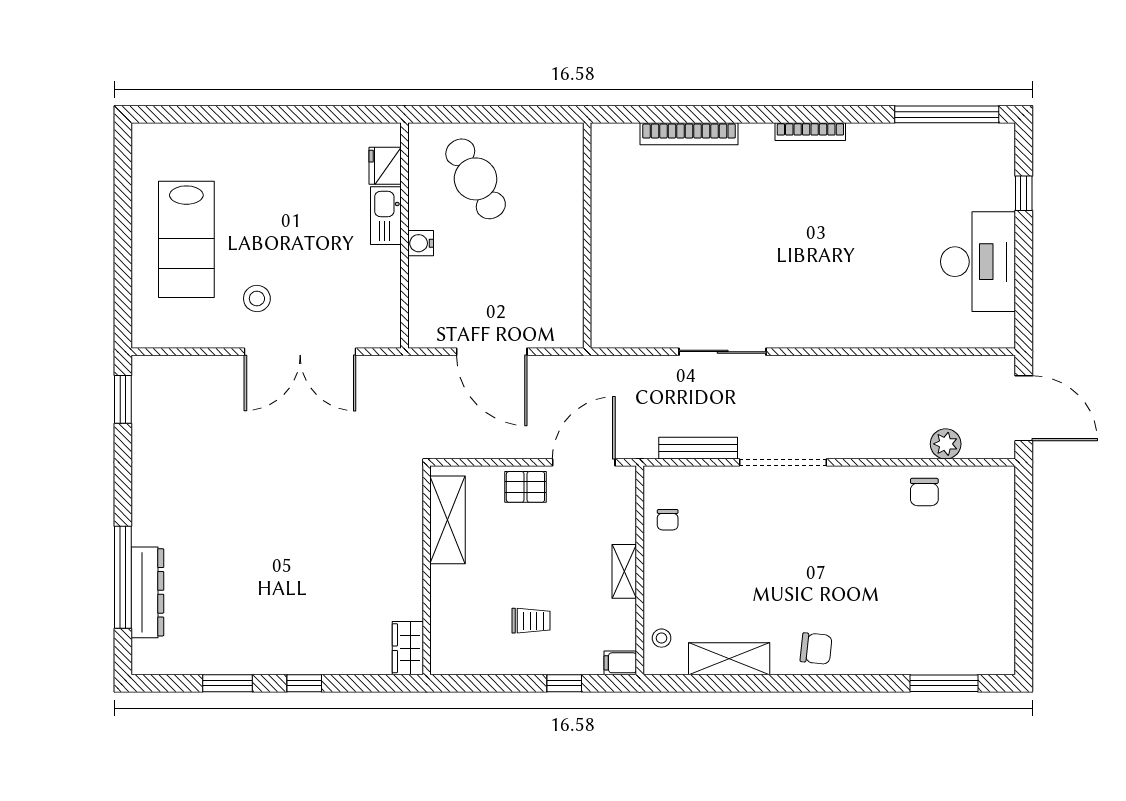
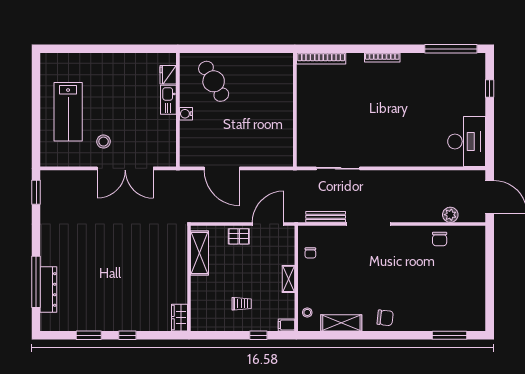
wall: (587, 236) -> (295, 110), moved
desk: (978, 262) -> (467, 141), moved

